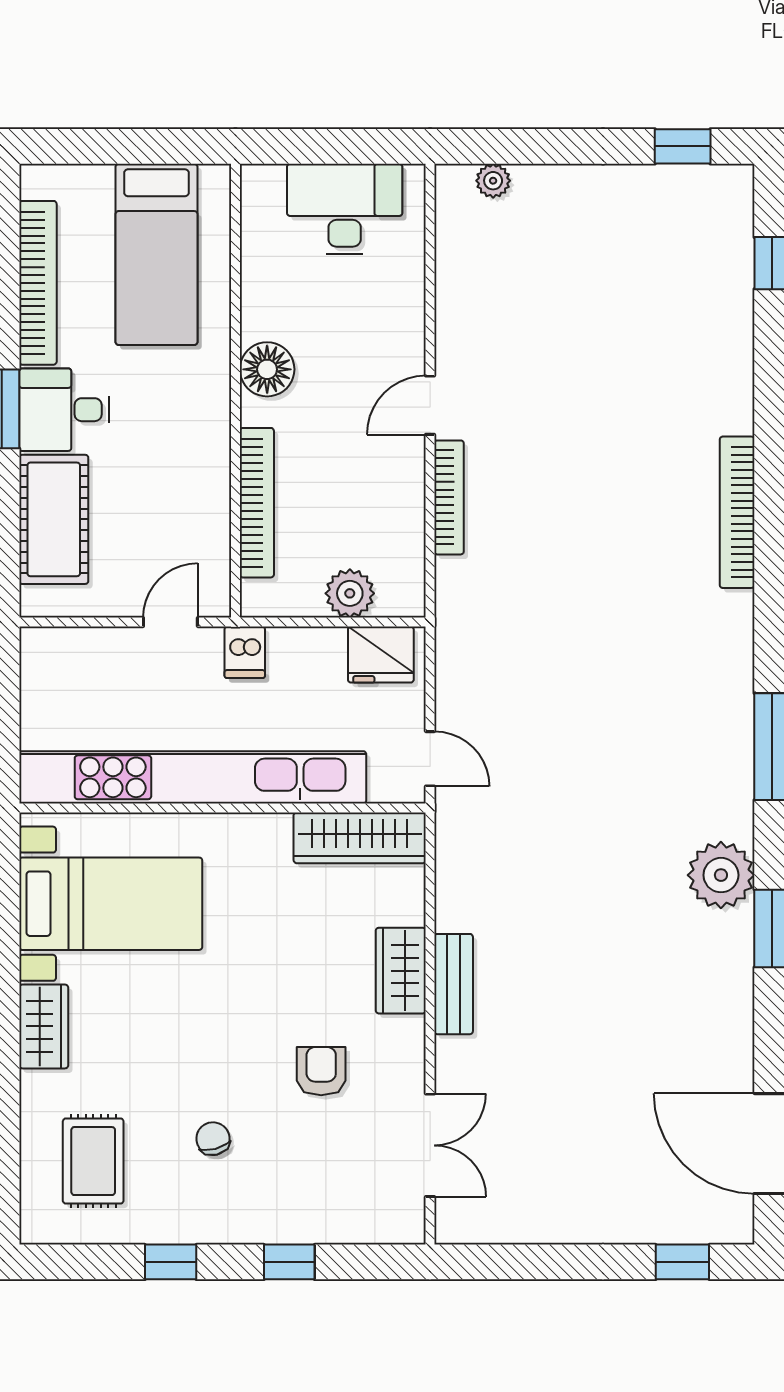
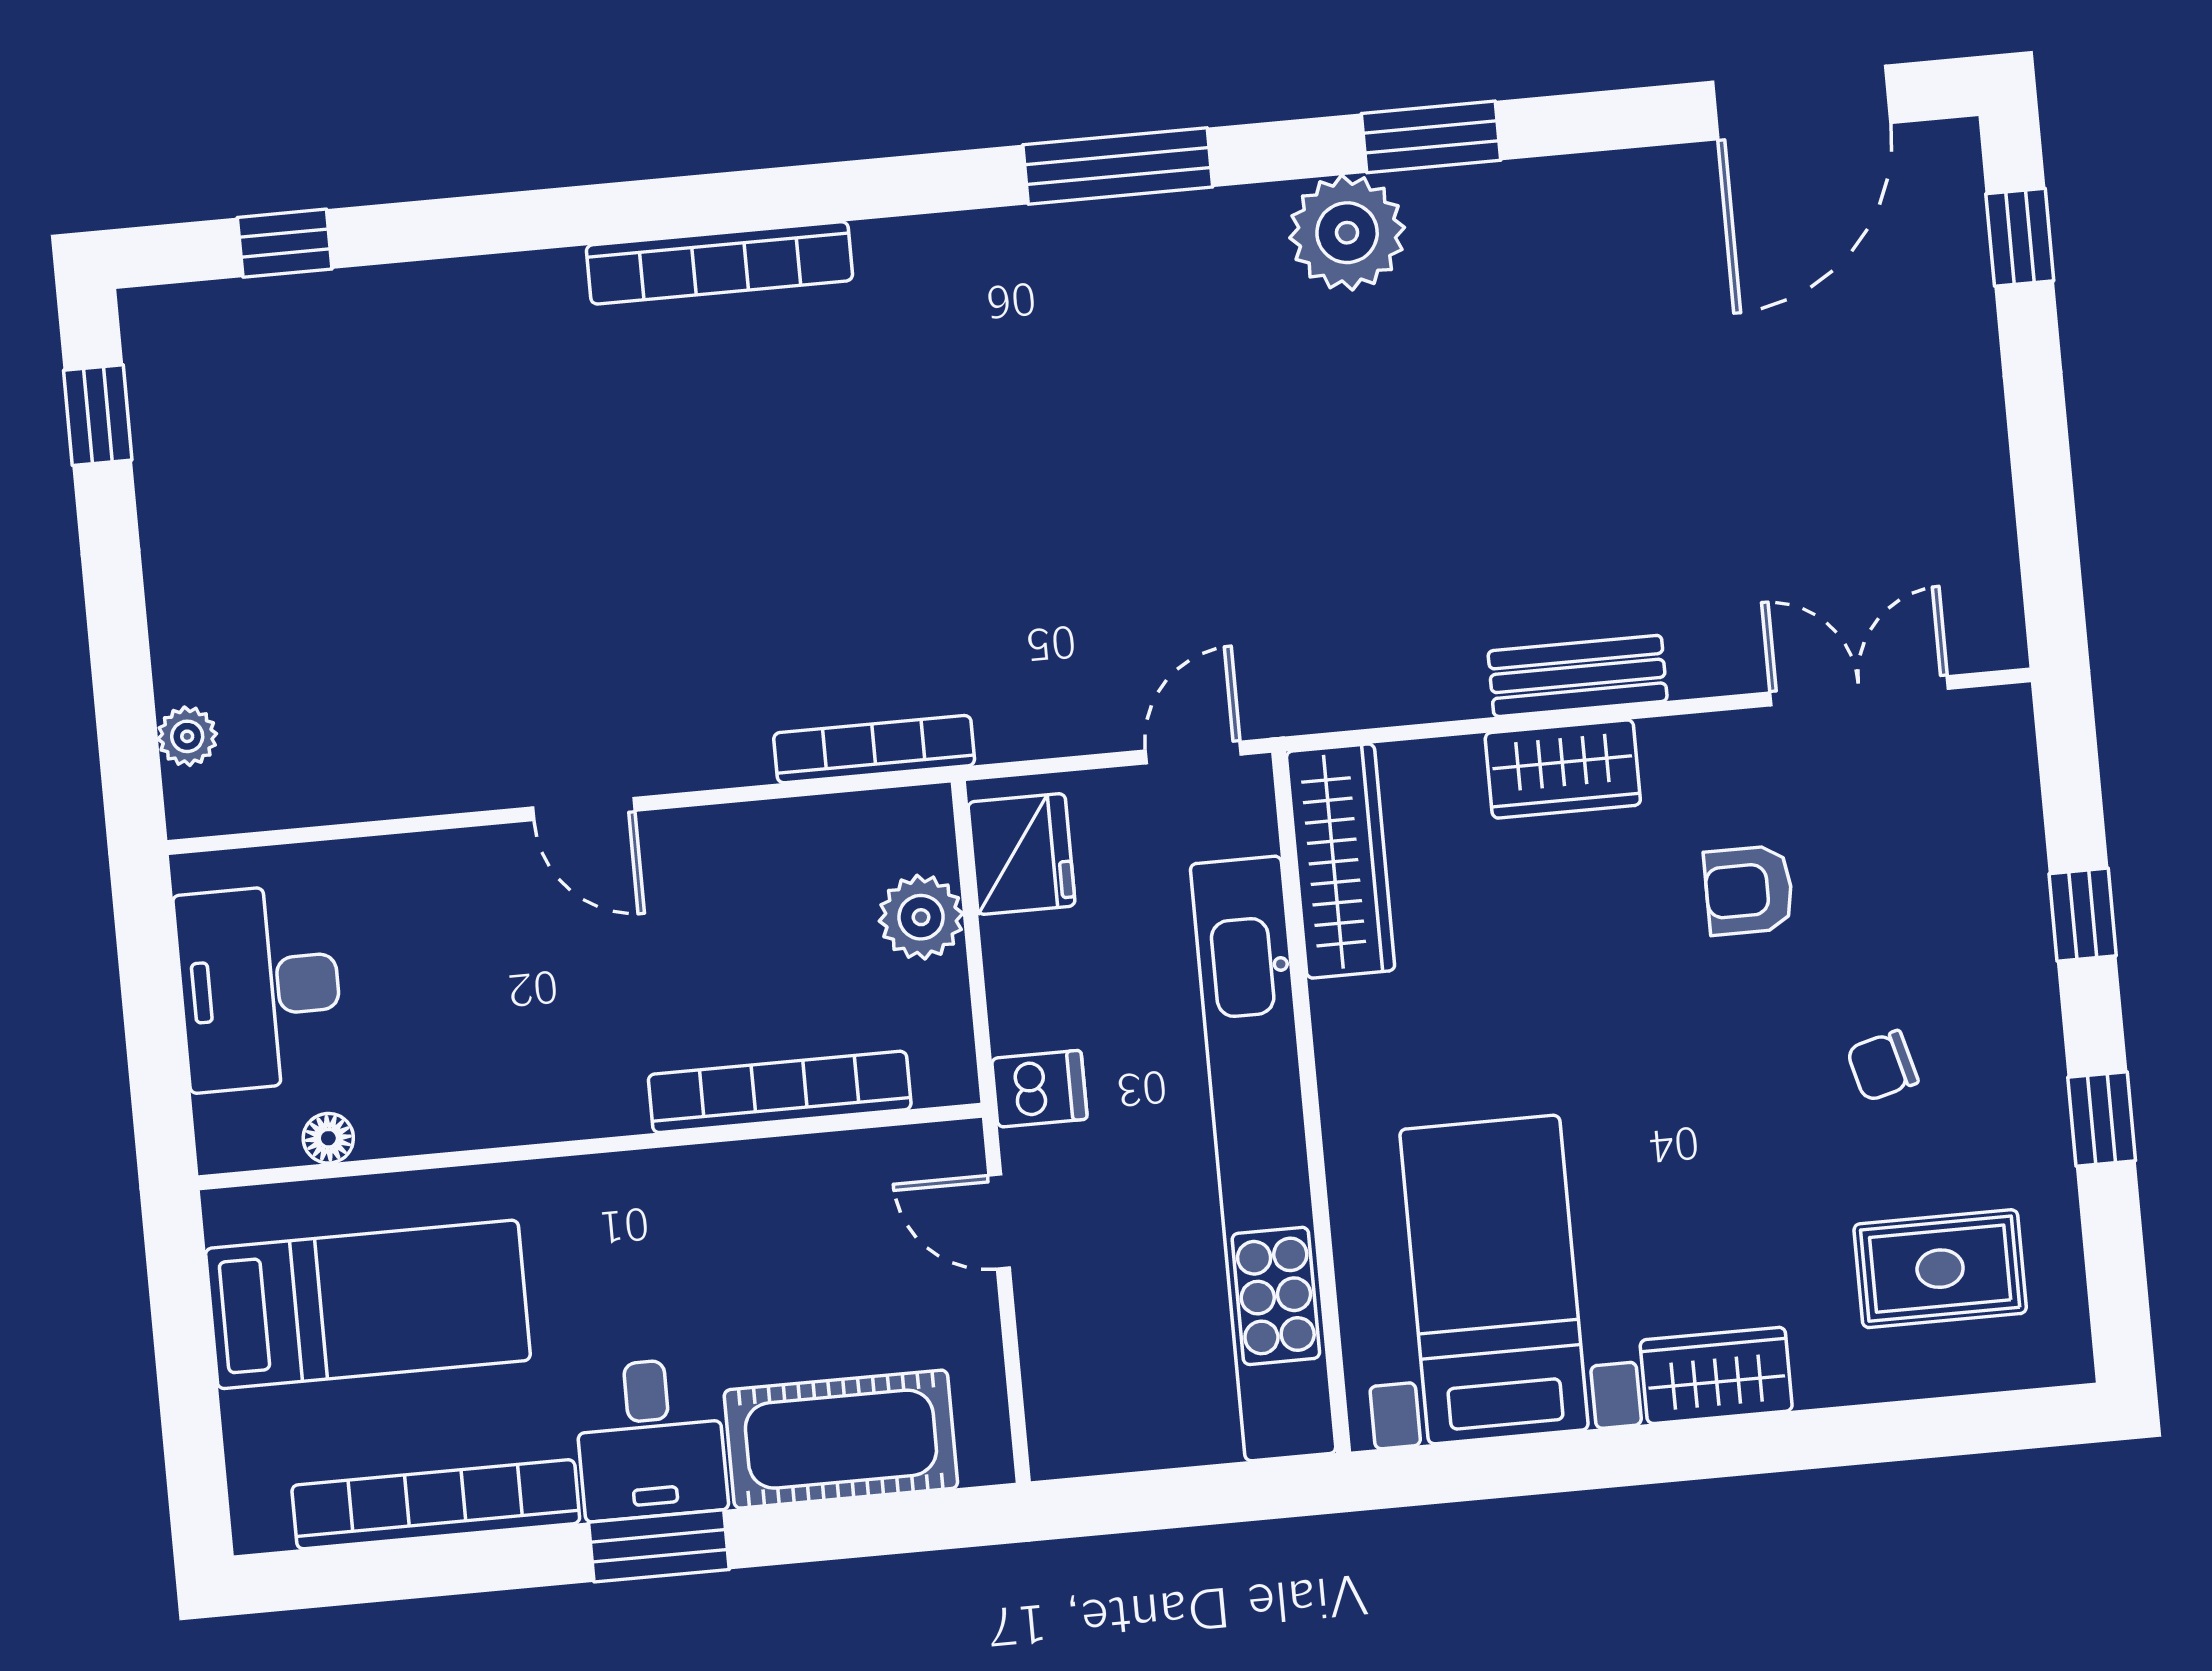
floor lamp: (267, 369) -> (328, 1138), moved, width x0.53, depth x0.53
bookcase: (449, 497) -> (874, 749), moved

